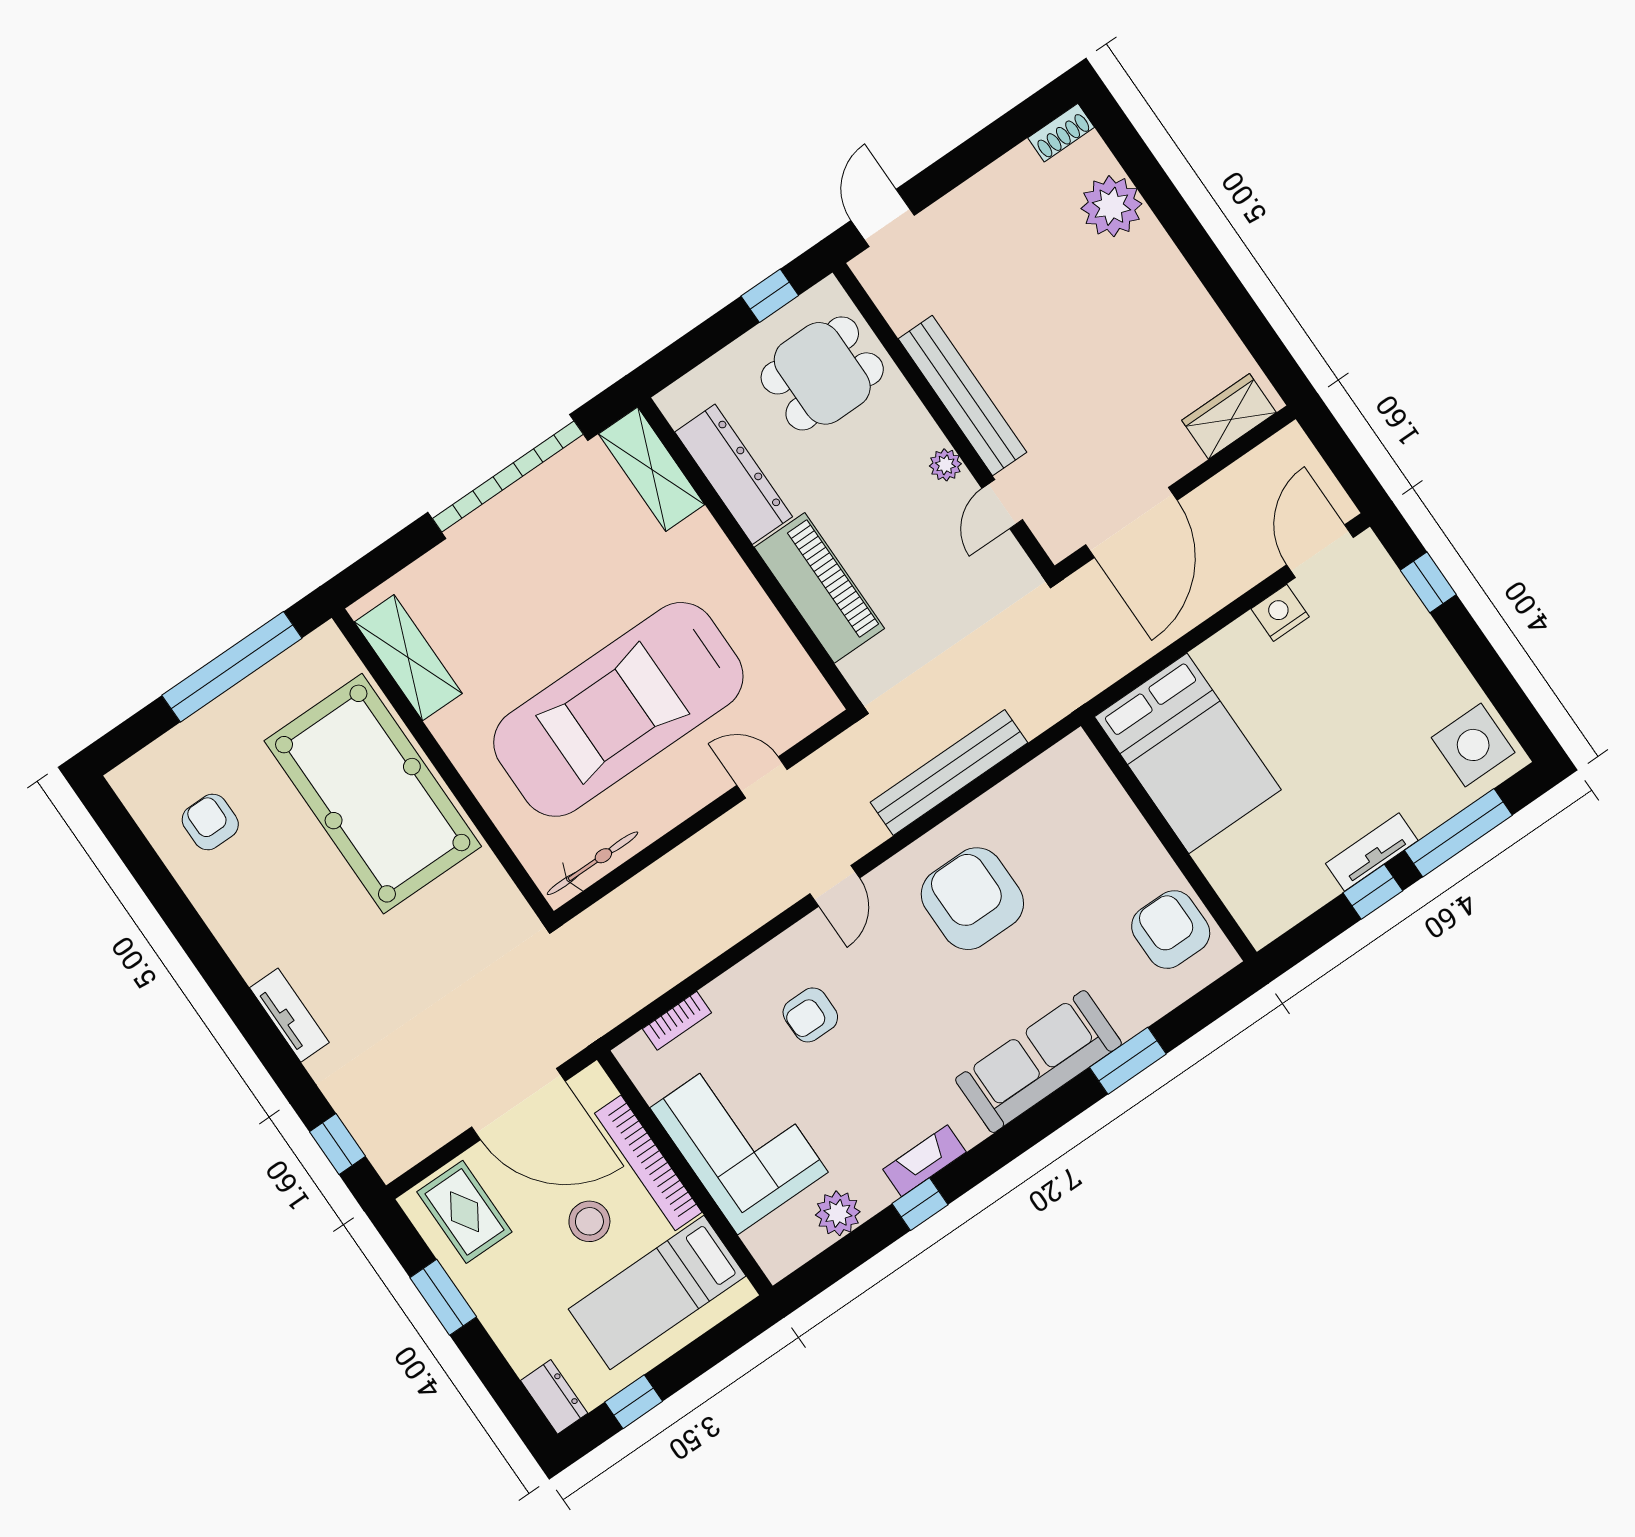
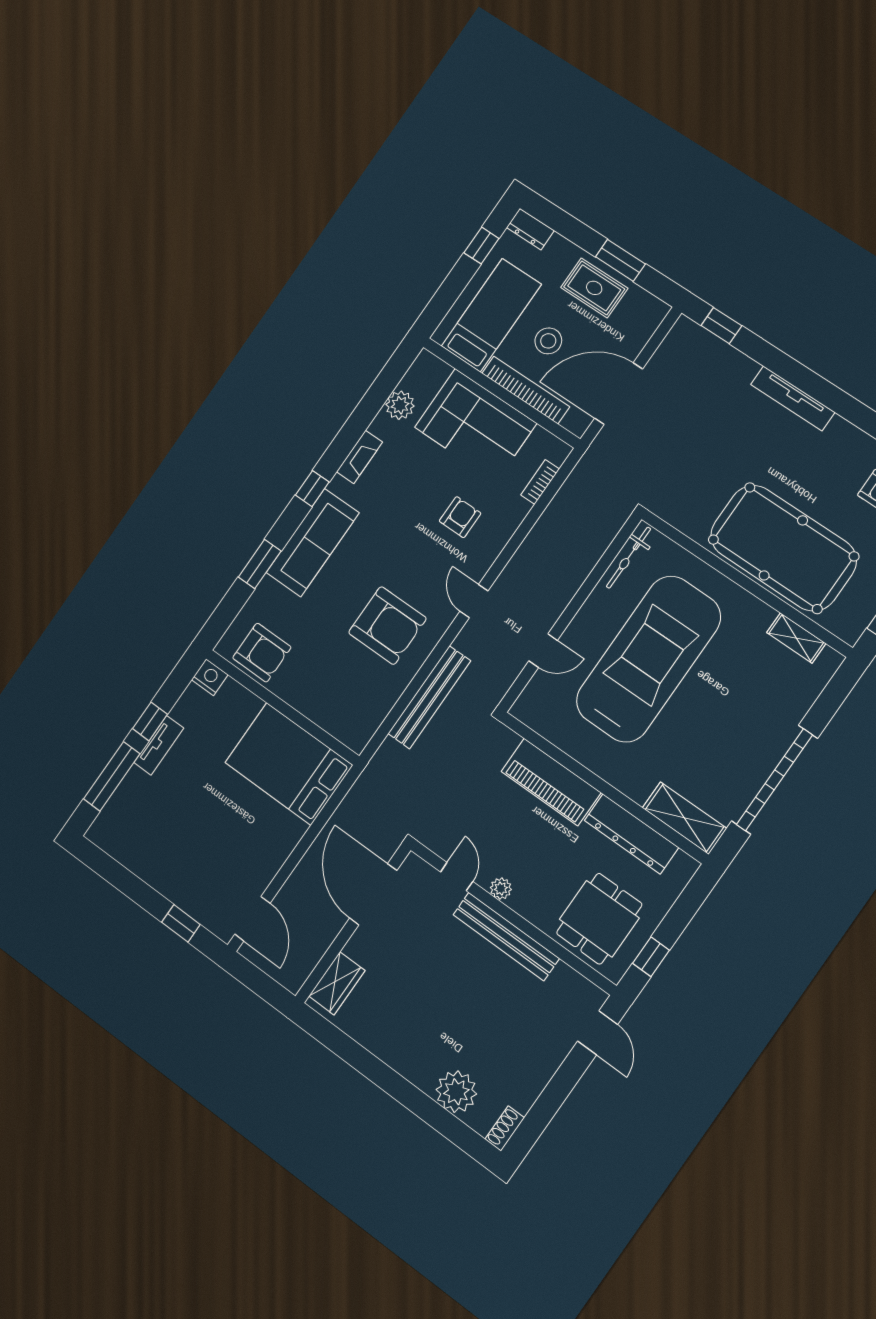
nightstand: (1280, 613) -> (210, 677), moved, turned -90
shelving: (408, 658) -> (796, 638), width x0.67, depth x0.75
side table: (1473, 745) -> (121, 833), removed
tv unit: (289, 1015) -> (793, 398), width x1.41
window: (920, 1204) -> (312, 489), moved
rug: (464, 1212) -> (594, 288), moved

